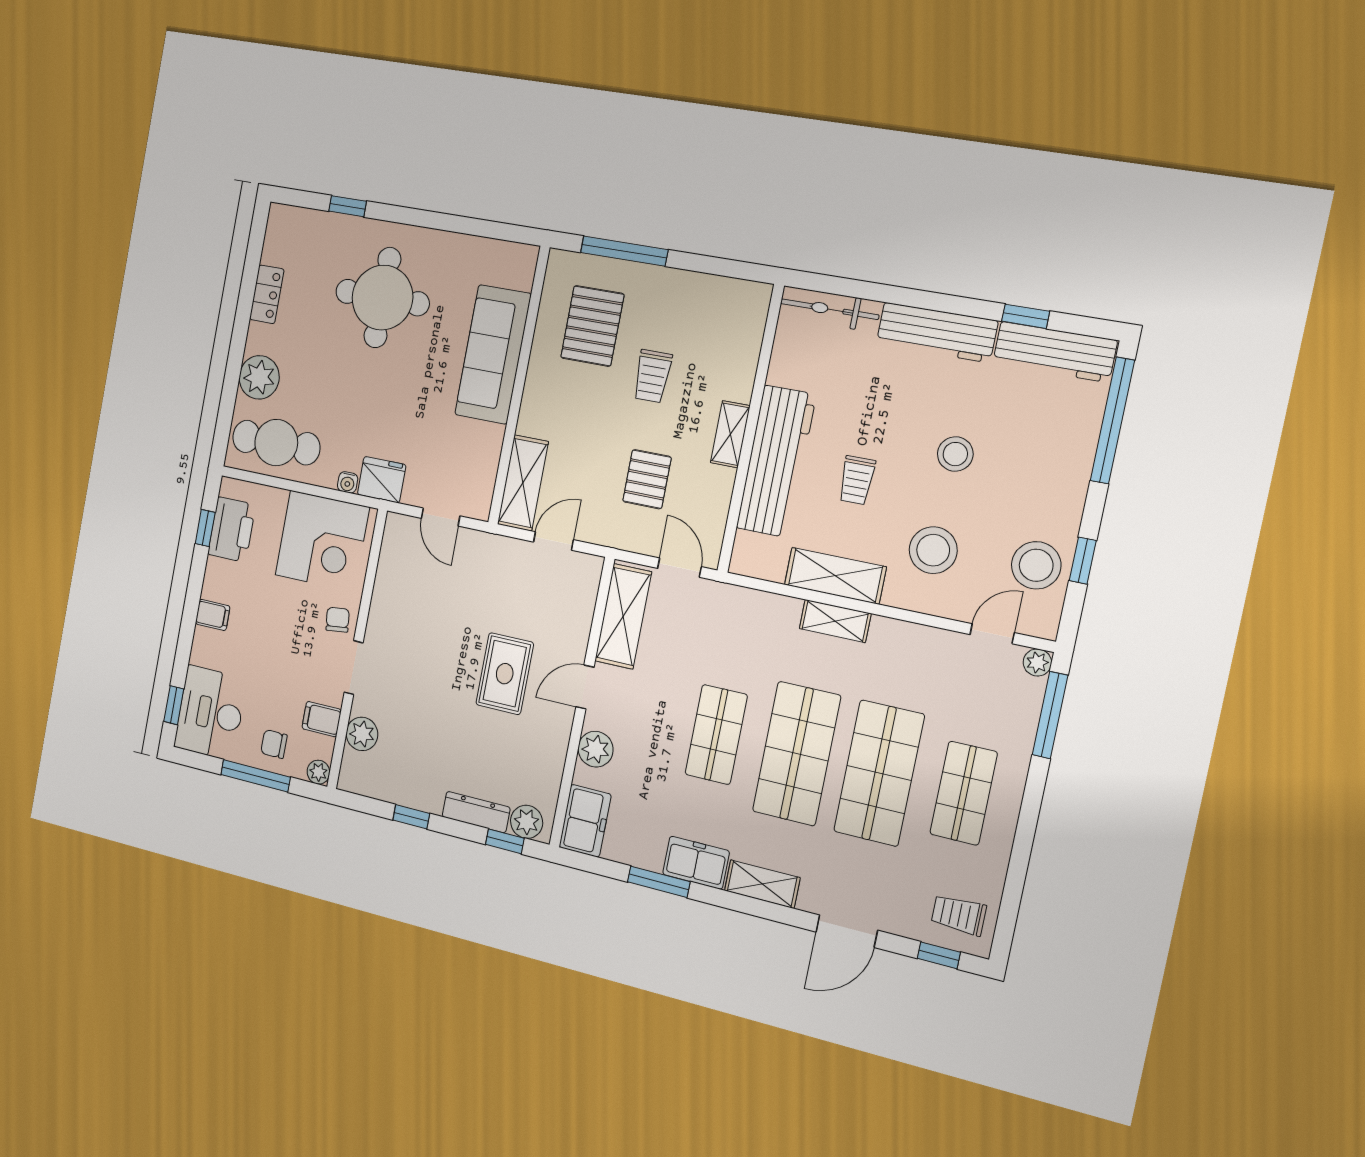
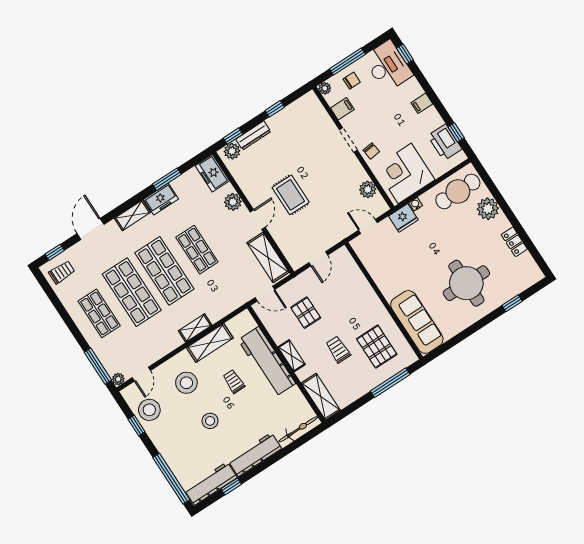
sofa: (493, 354) -> (417, 322), moved
shelving: (523, 483) -> (321, 397), moved
plant: (362, 734) -> (368, 189), moved

